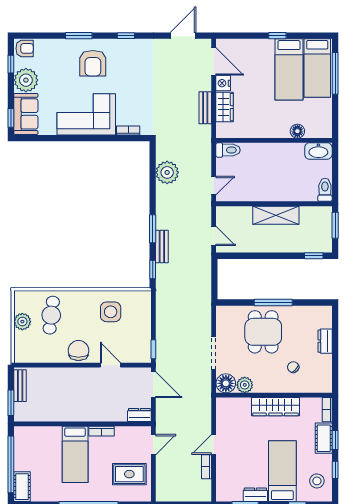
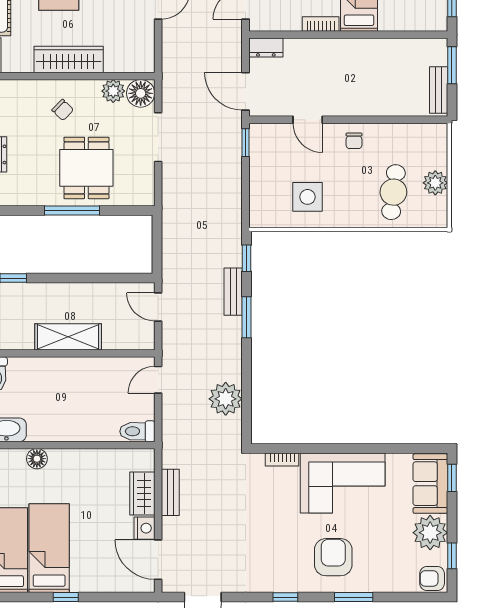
chair: (78, 351) -> (354, 141), width x0.54, depth x0.54
chair: (293, 367) -> (63, 110), moved

